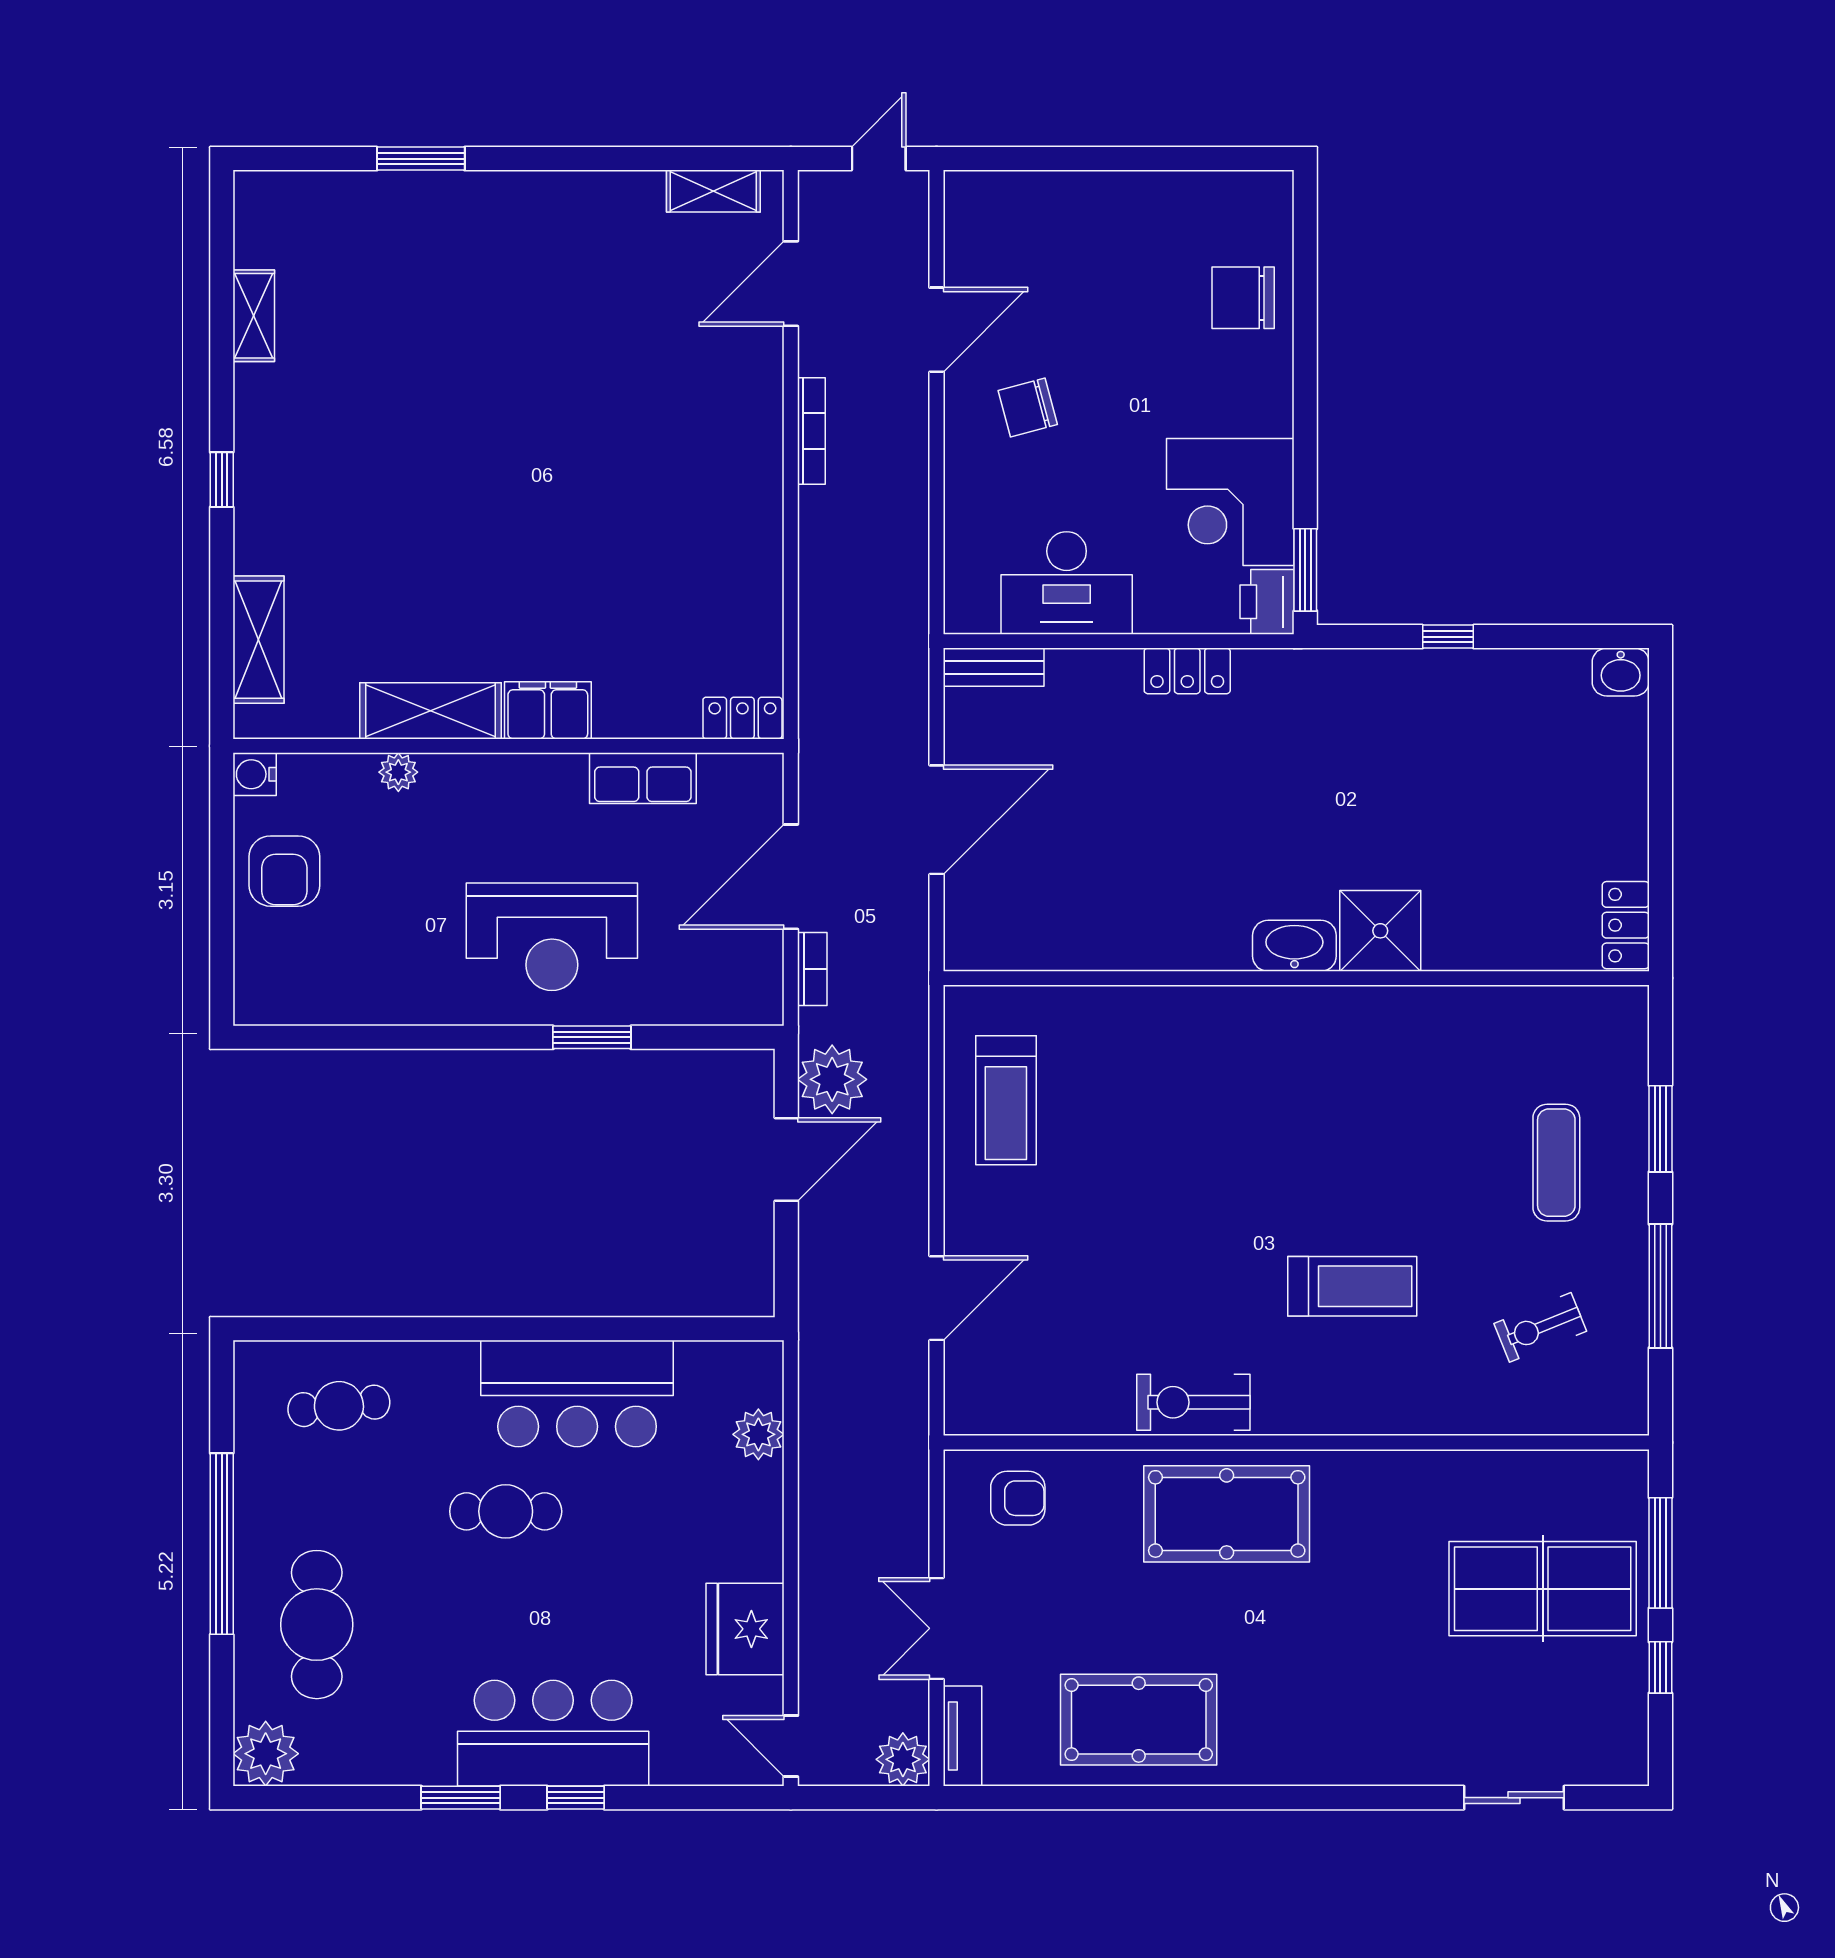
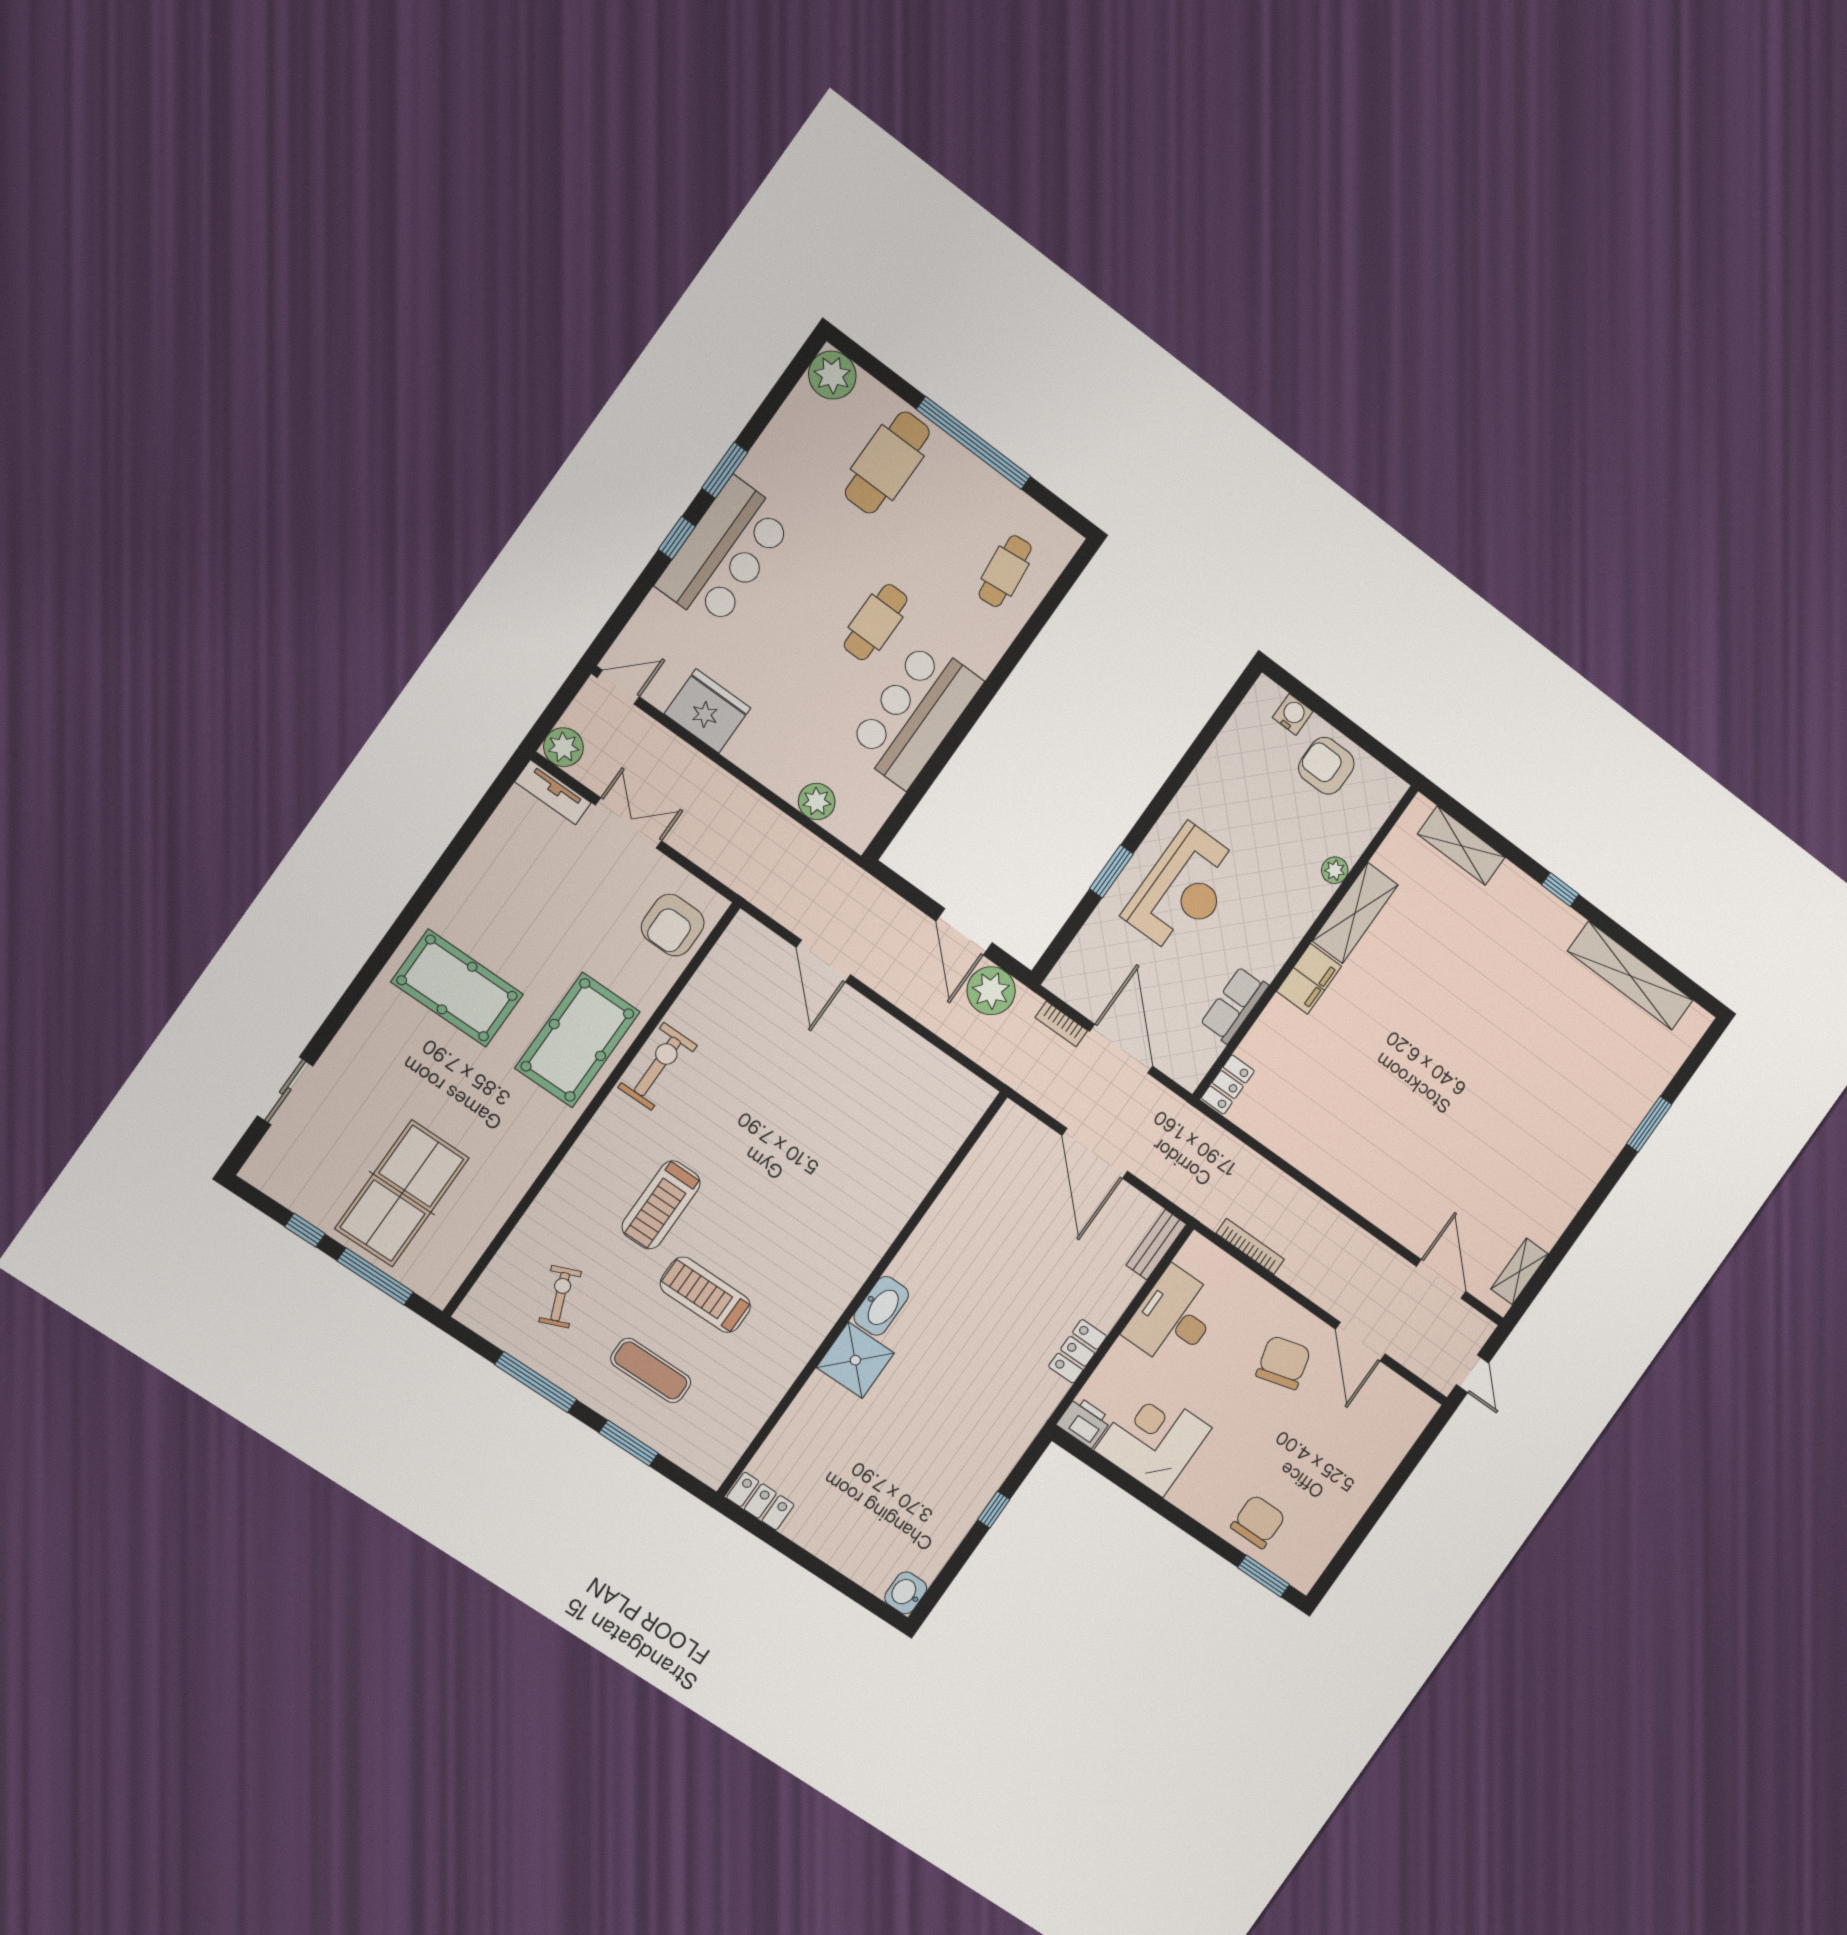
shelving: (254, 316) -> (1630, 976), width x2.20, depth x1.33
chair: (1028, 407) -> (1283, 1363), width x1.37, depth x1.37
bookcase: (811, 431) -> (1250, 1246), moved, turned 180
window: (1305, 570) -> (1264, 1576), moved
water cooler: (255, 774) -> (1293, 714), moved
reception desk: (552, 937) -> (1183, 890), turned 180
treadmill: (1006, 1100) -> (705, 1295), moved
armchair: (1018, 1498) -> (673, 925), width x1.38, depth x1.38
cafe table: (317, 1625) -> (887, 463), turned 90
pool table: (1139, 1720) -> (457, 988), moved, turned 90

